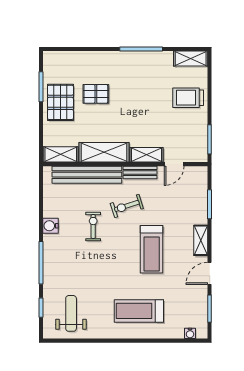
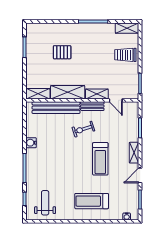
pallet: (60, 102) -> (38, 58), removed
door: (174, 164) -> (116, 100), hinge flipped
exercise bike: (93, 226) -> (60, 143), removed

